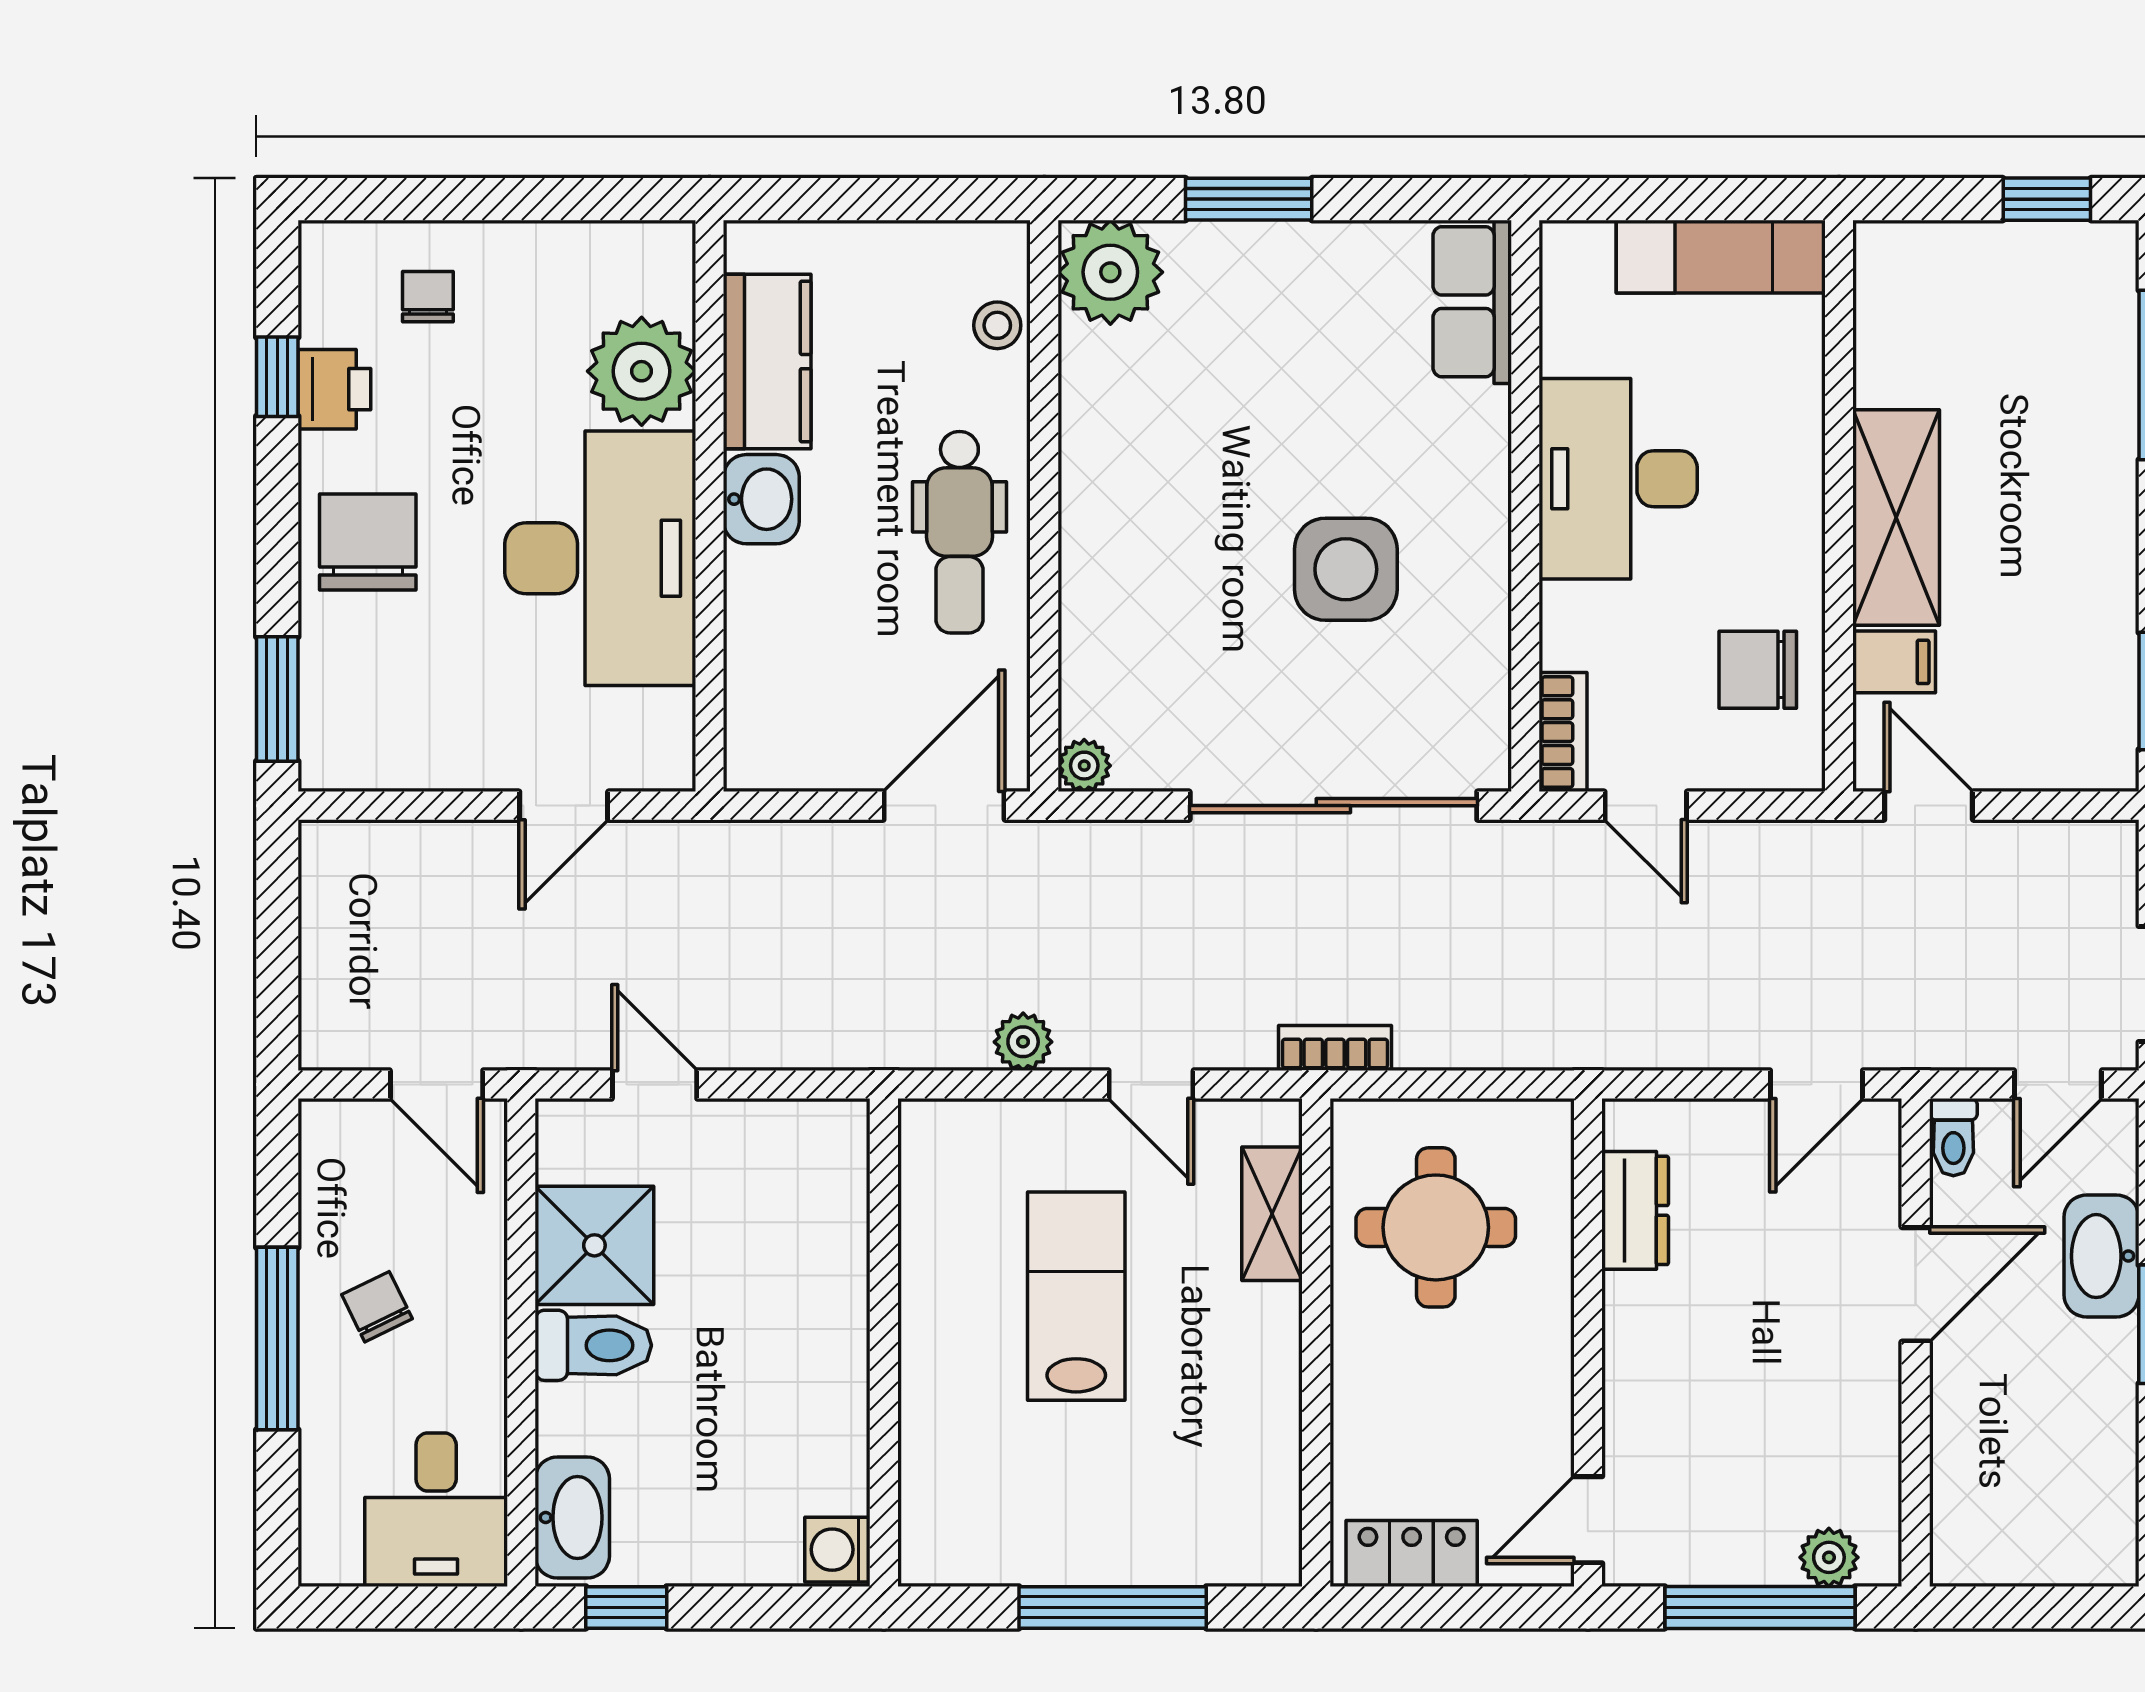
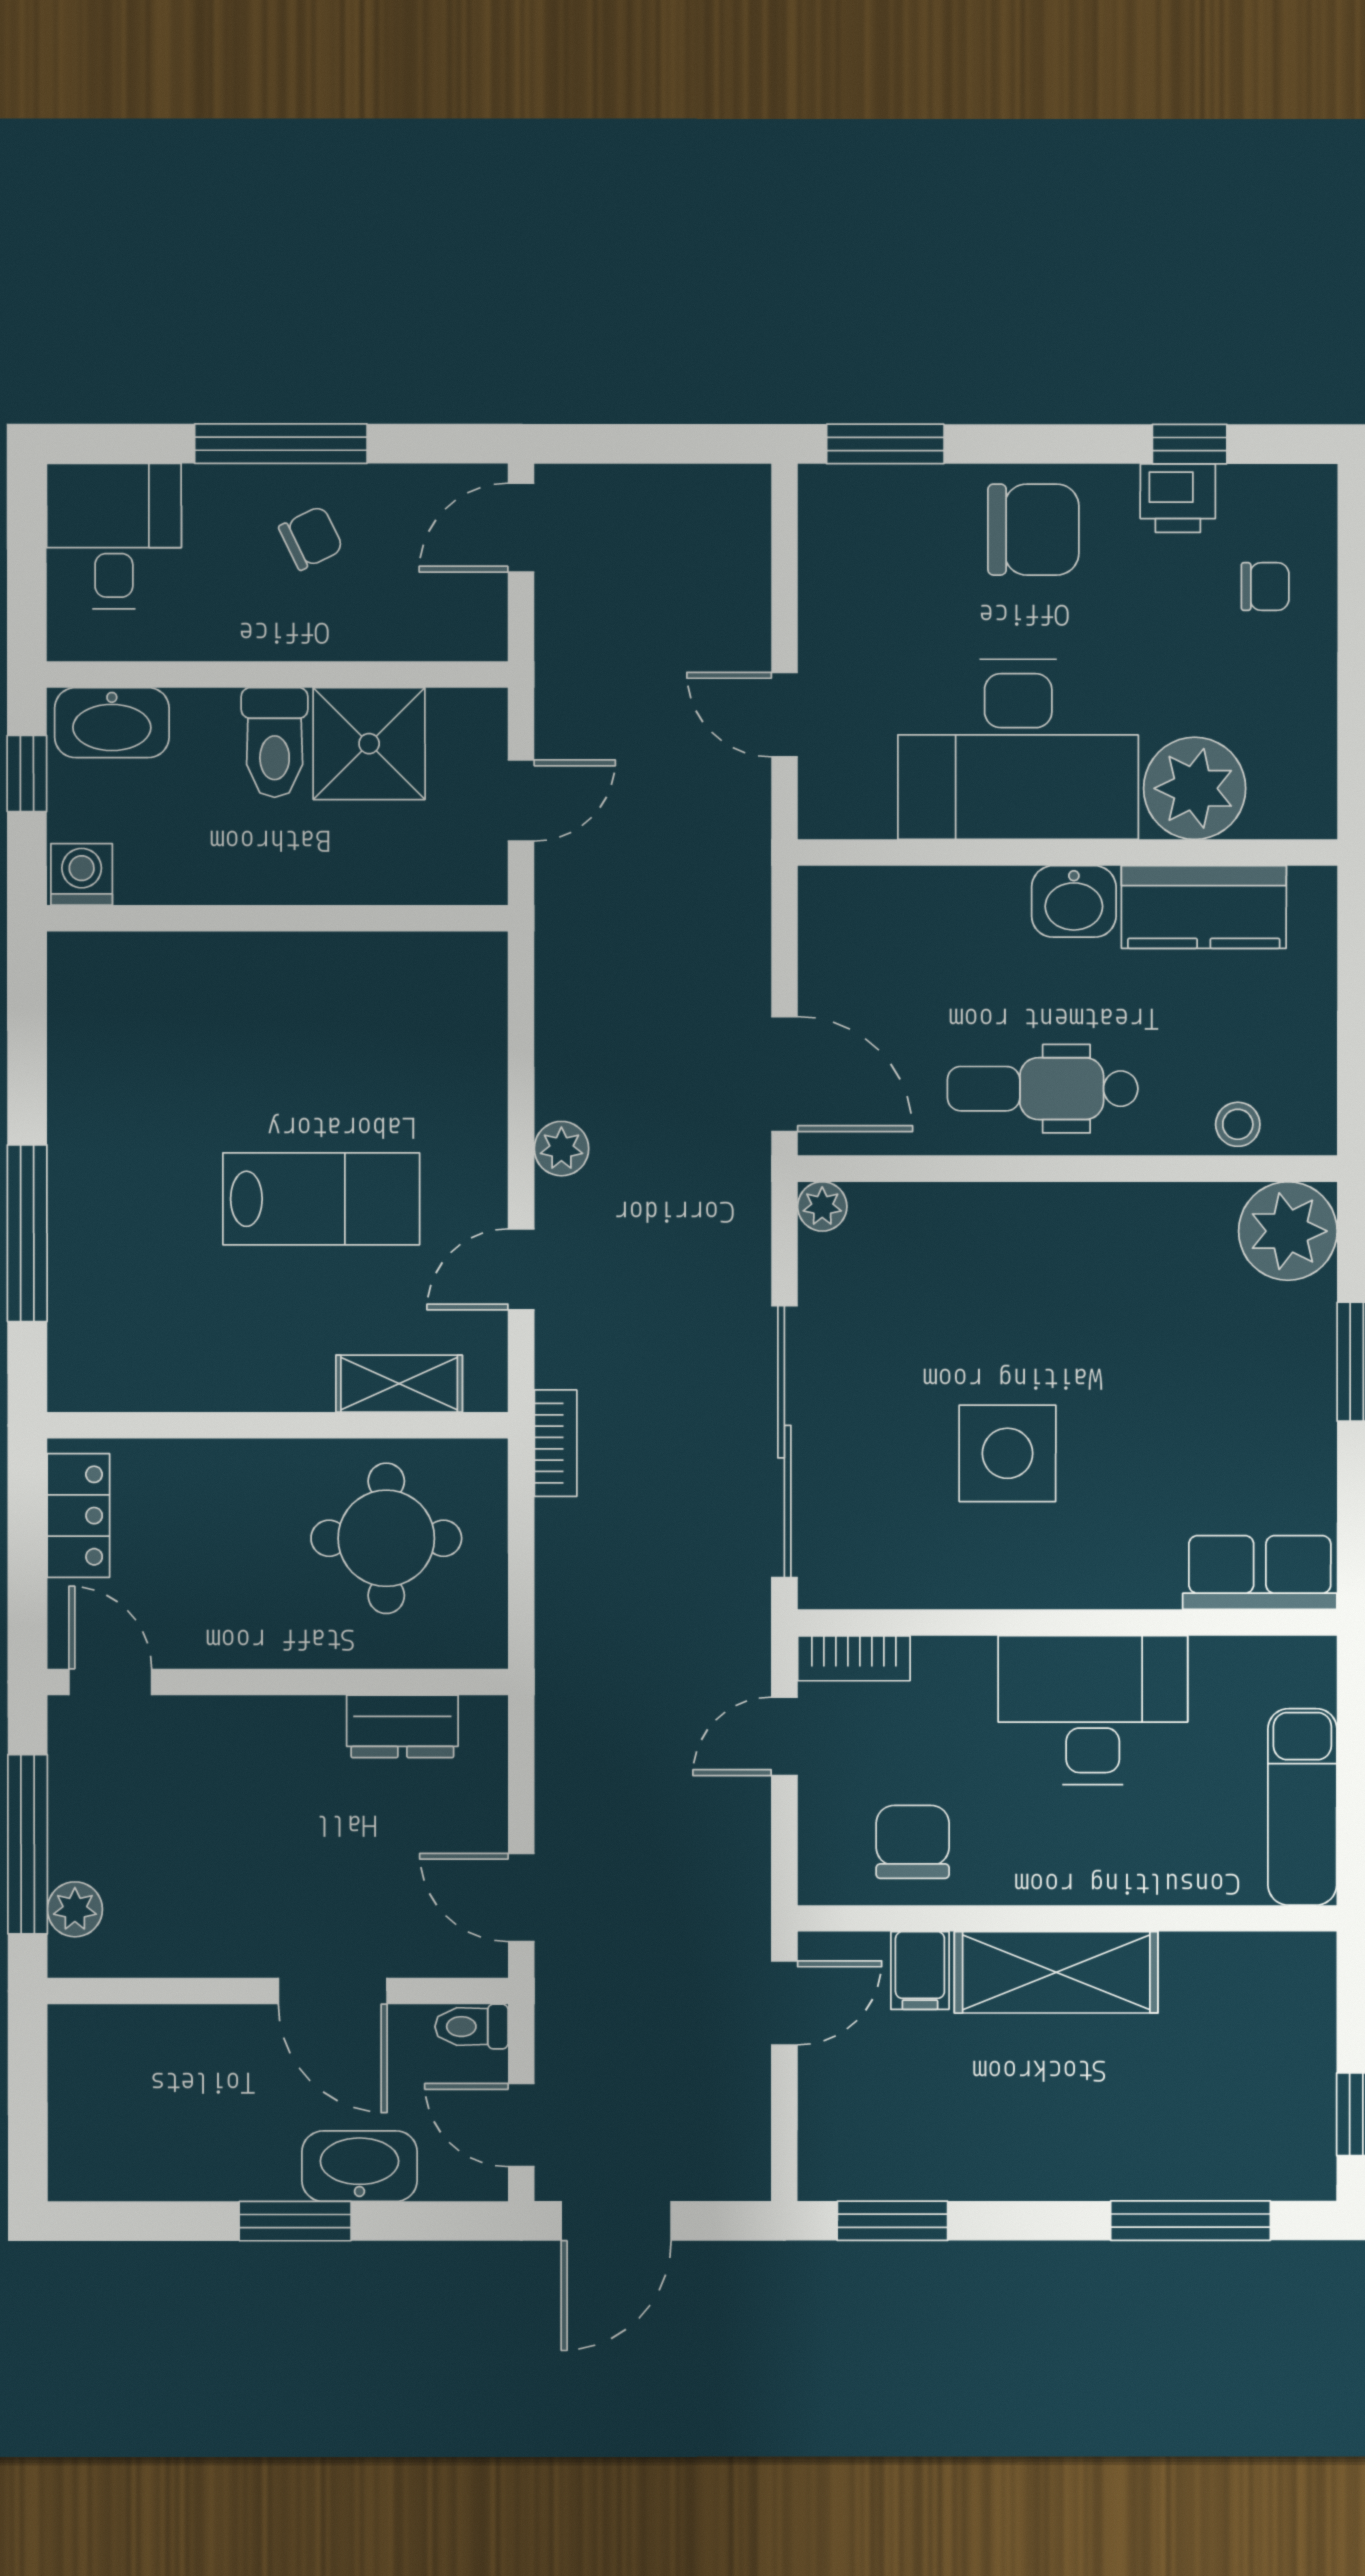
door: (437, 1085) -> (521, 528), moved
wall: (884, 1342) -> (277, 918), moved
desk: (436, 1510) -> (114, 536), moved, turned 90
washing machine: (837, 1550) -> (82, 874), moved

